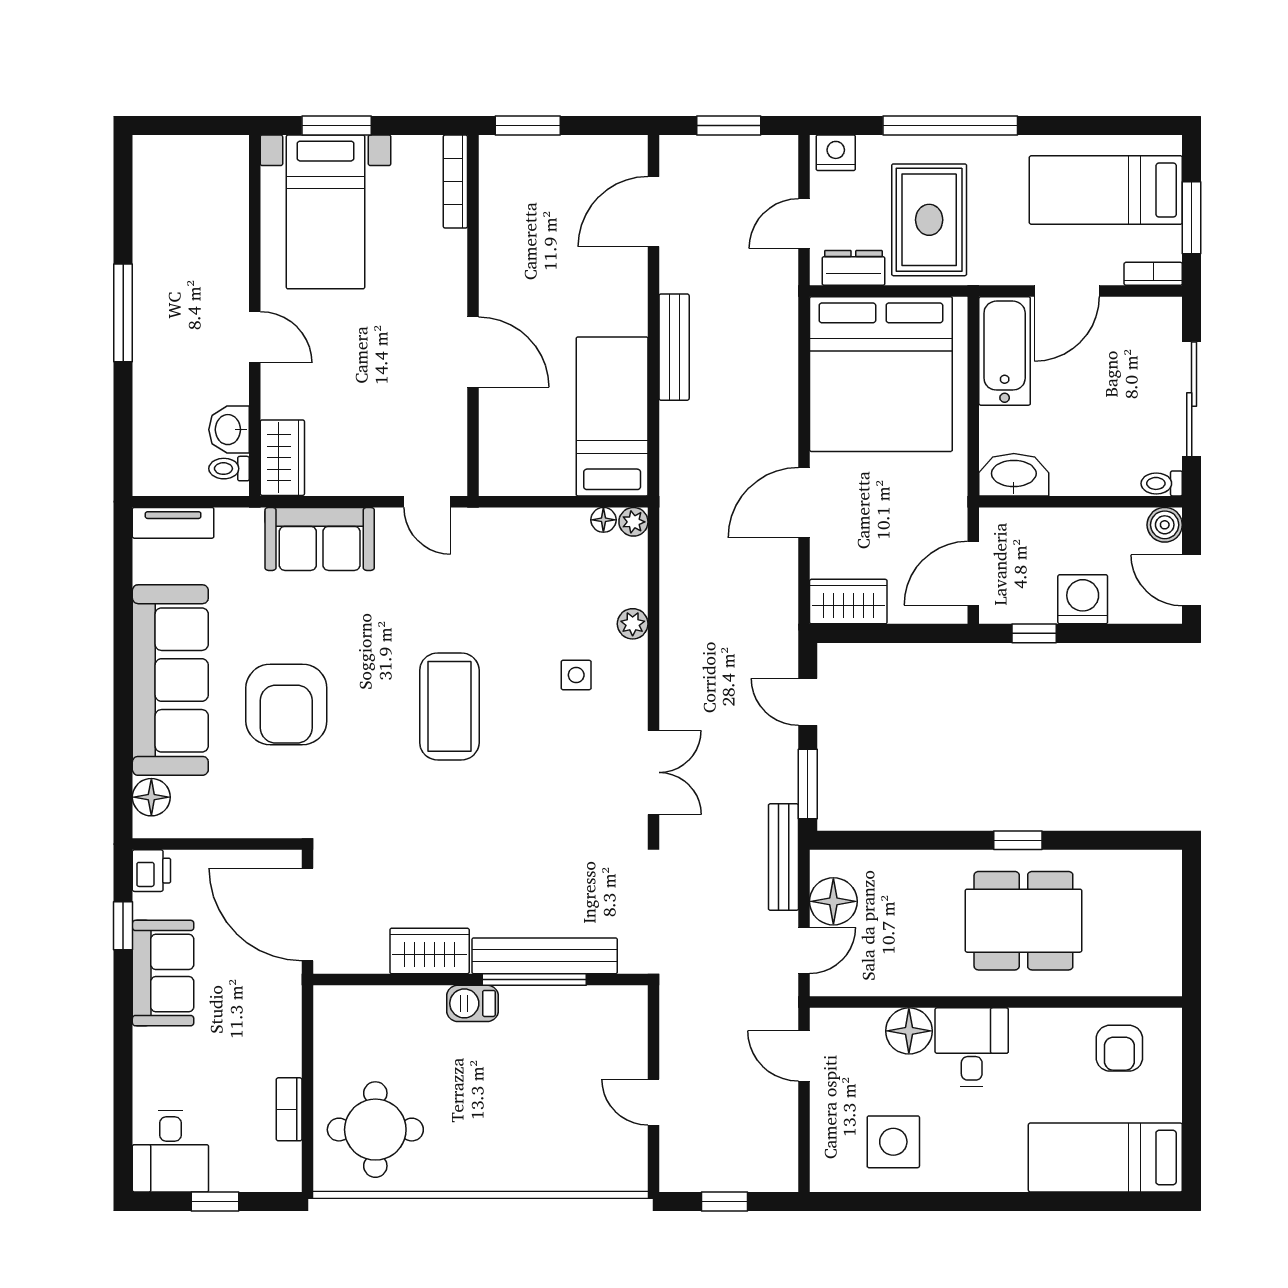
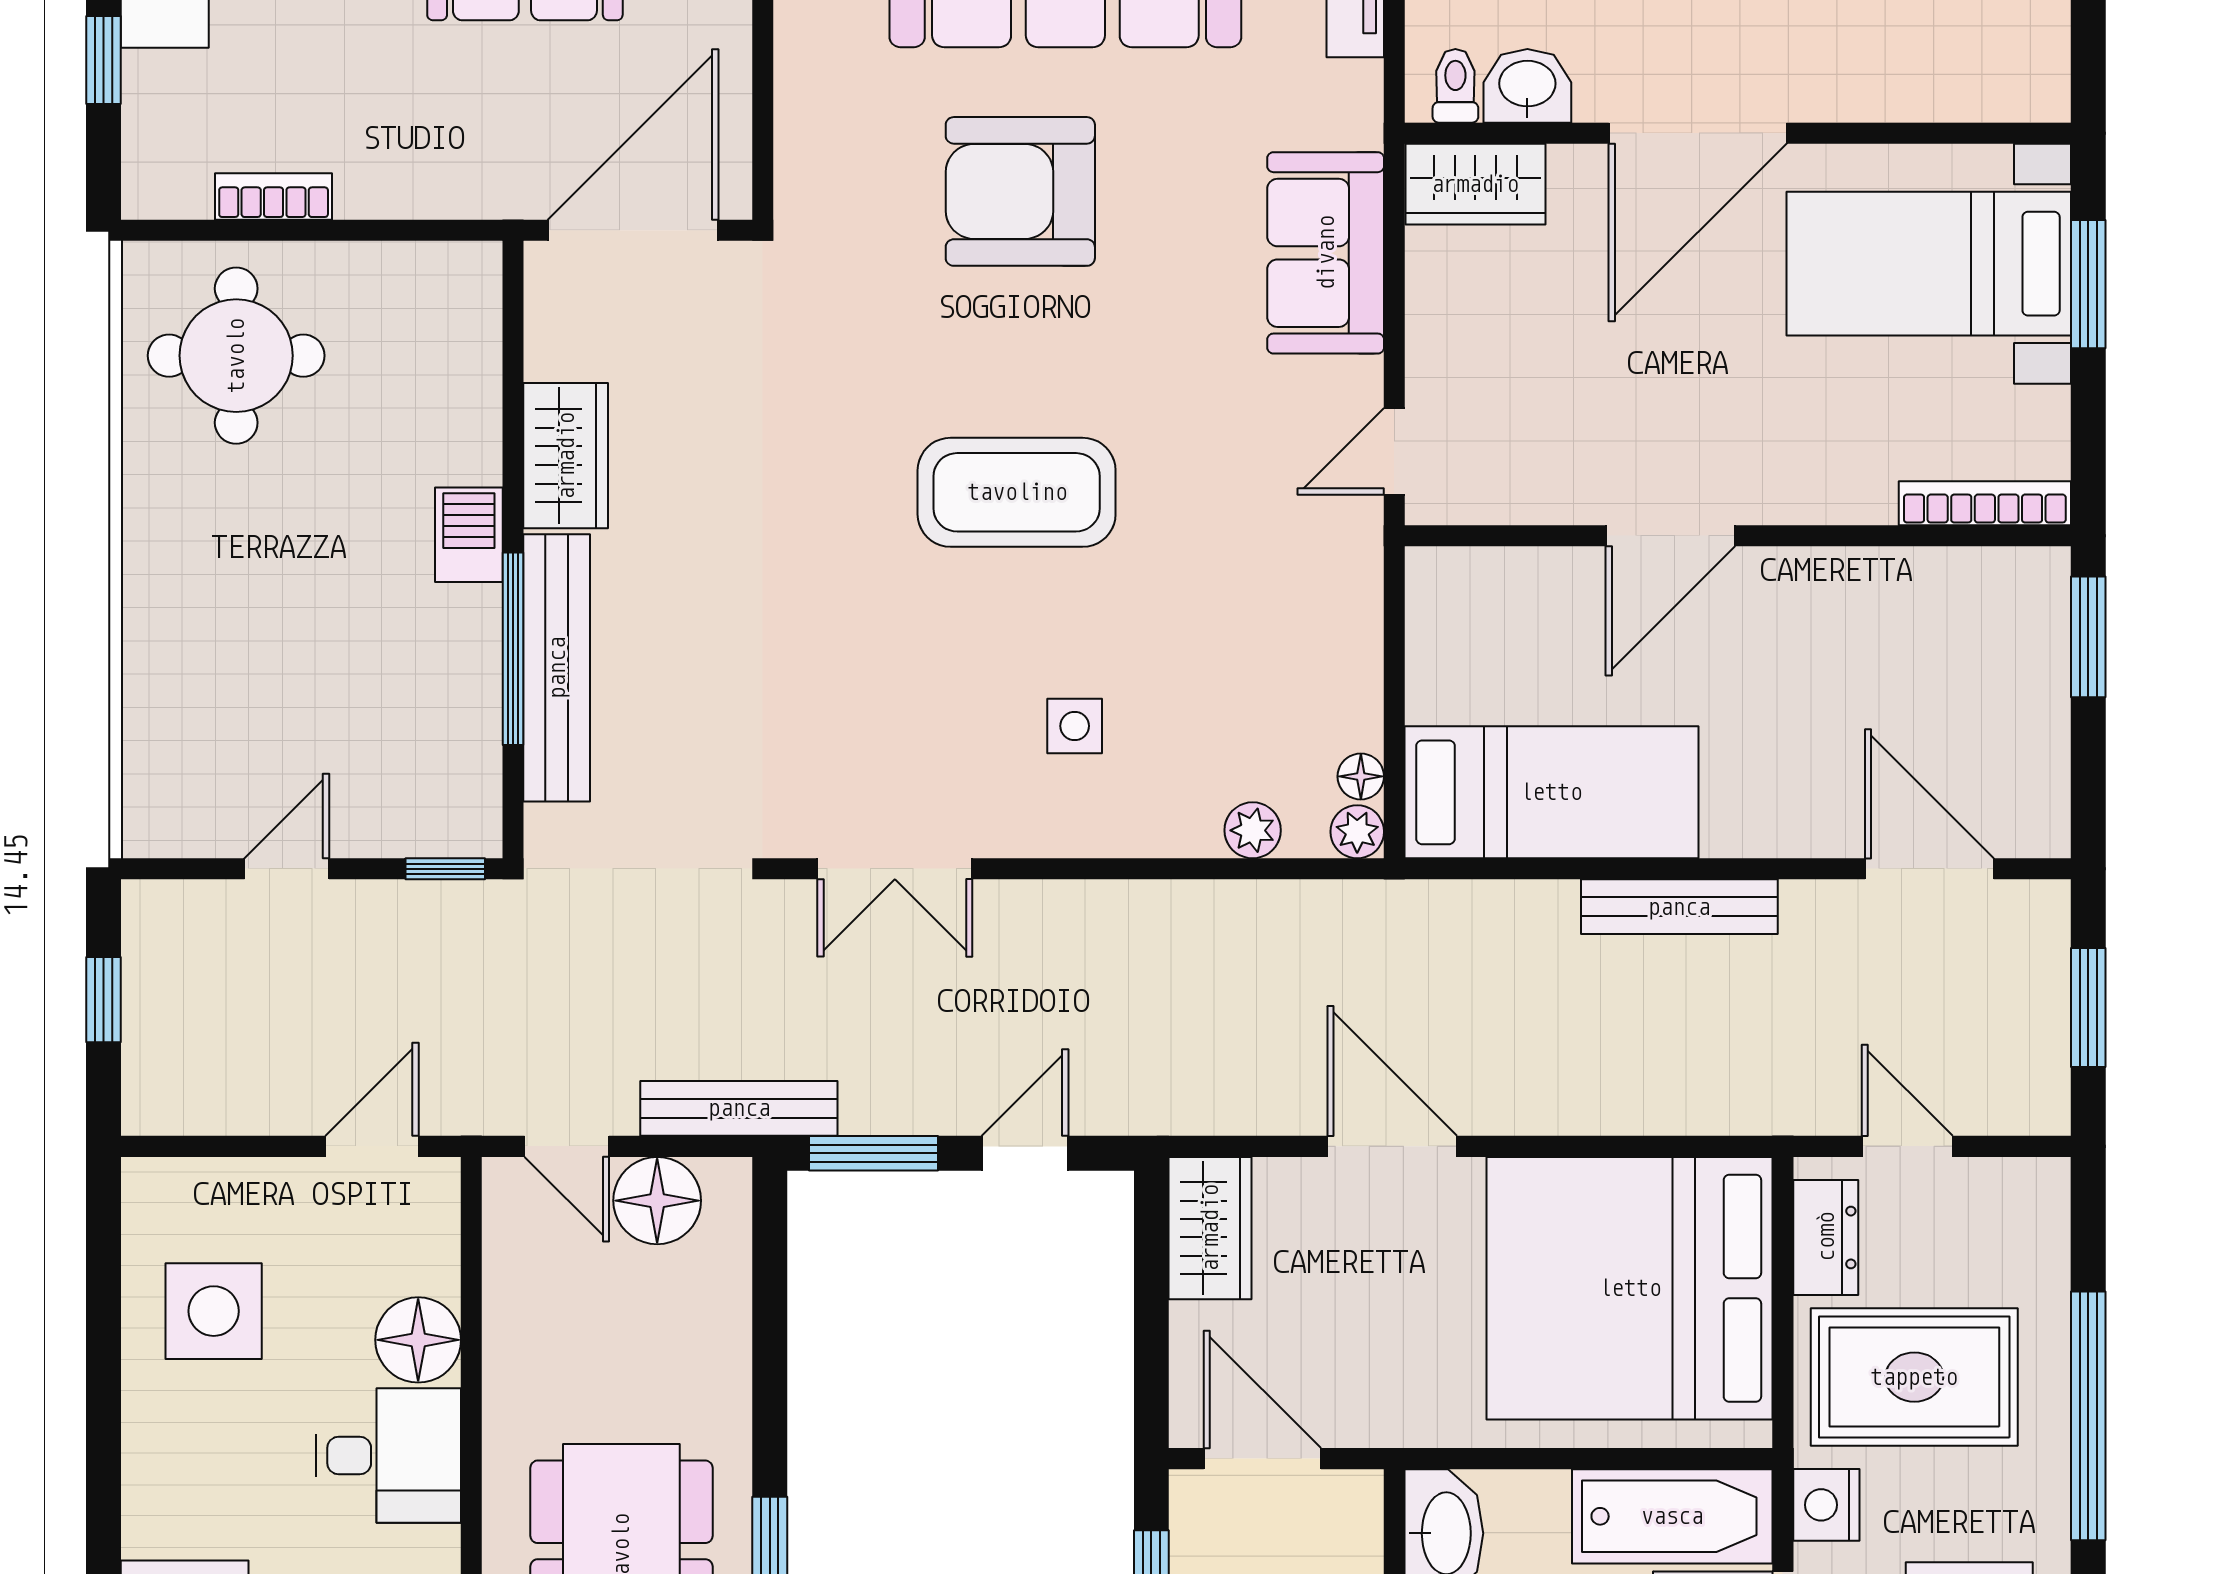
nightstand: (836, 153) -> (1826, 1505), moved, turned 180
door: (255, 337) -> (1698, 133), width x1.88
plant: (633, 624) -> (1253, 830), moved
window: (654, 1016) -> (445, 869), added

